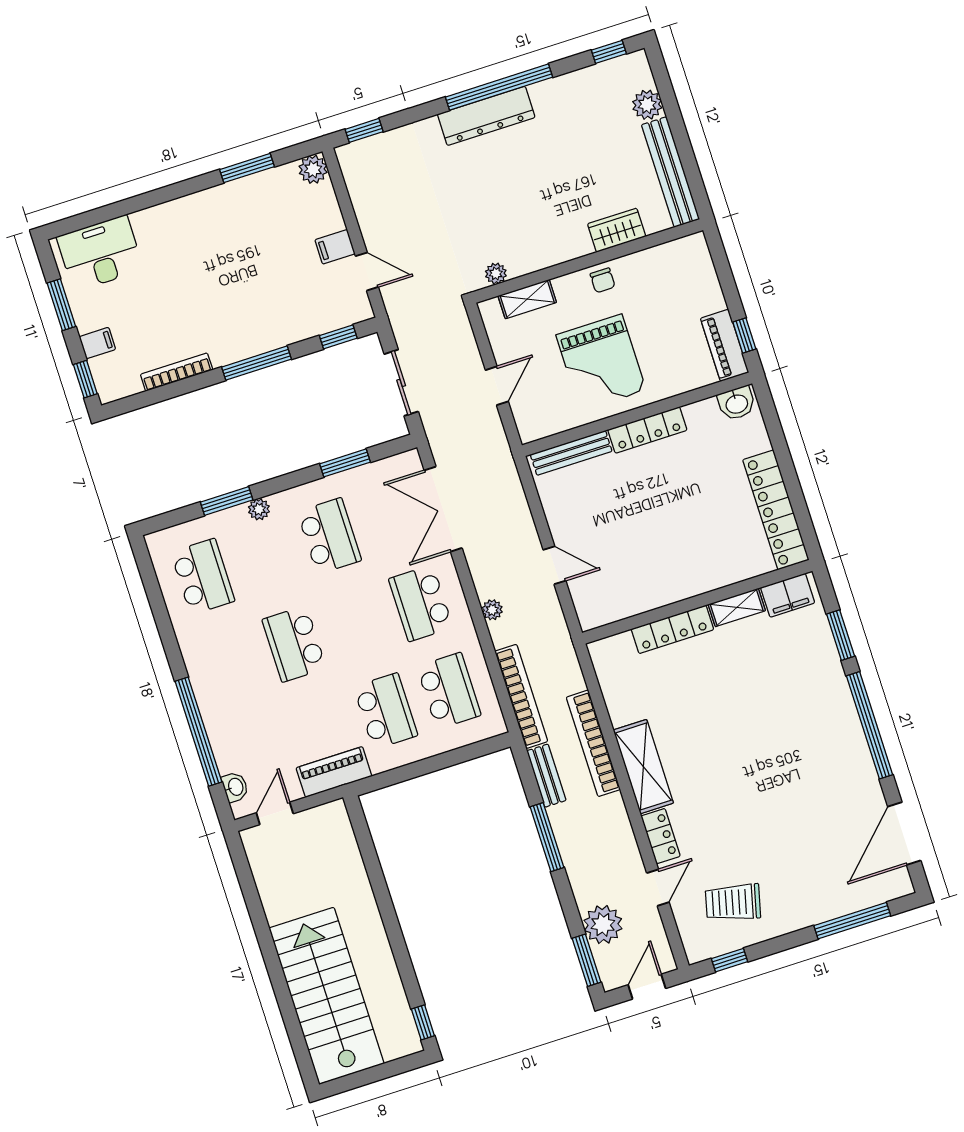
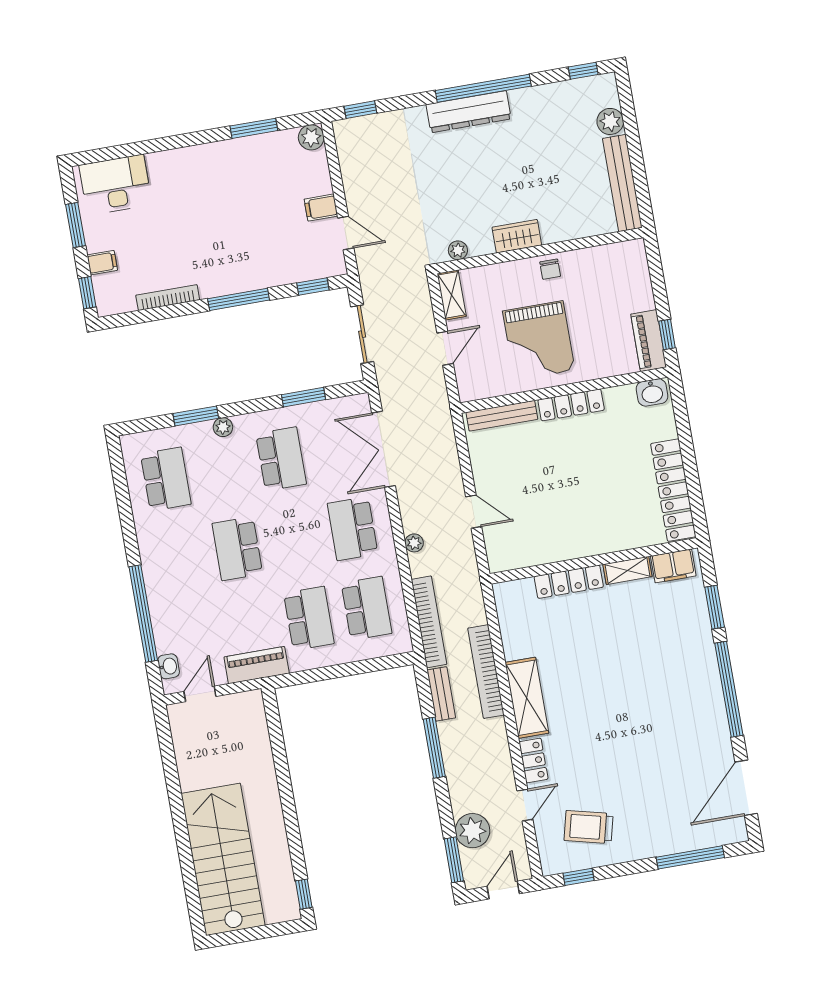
wardrobe: (617, 230) -> (517, 236), moved
shelving: (527, 299) -> (452, 295), moved, turned 90

